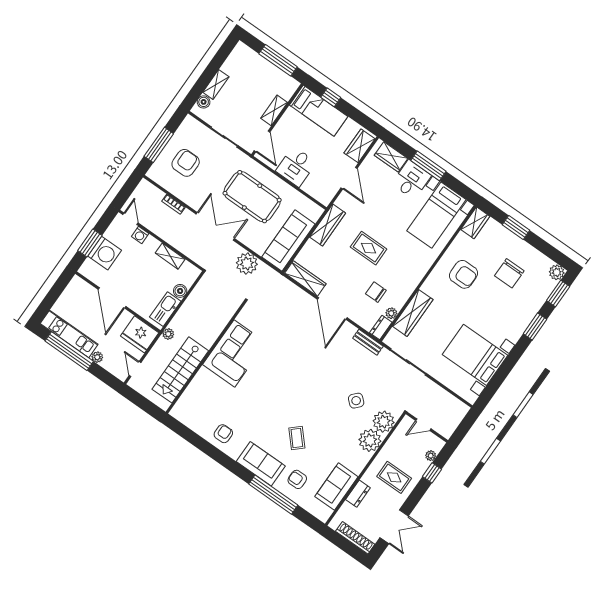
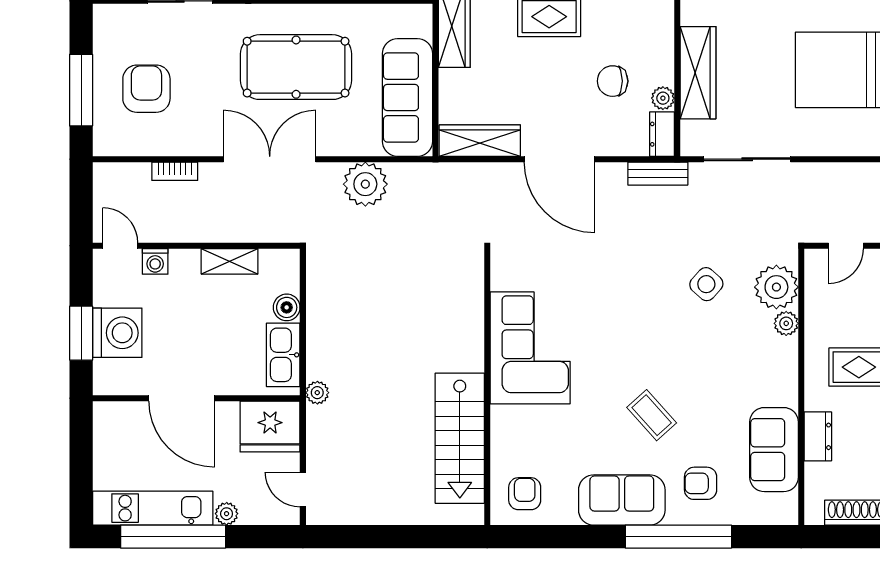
corner sofa: (234, 353) -> (530, 348), moved
wall: (206, 357) -> (487, 387), moved
stairs: (180, 370) -> (460, 438), moved
plant: (370, 440) -> (786, 323), width x0.53, depth x0.53

